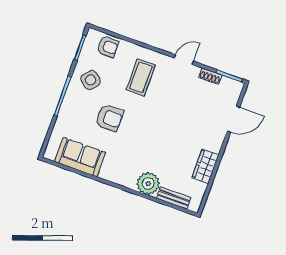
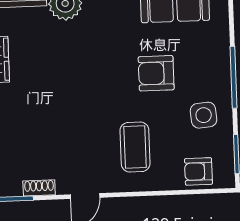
side table: (91, 80) -> (204, 115), turned 45

